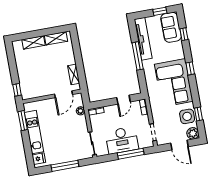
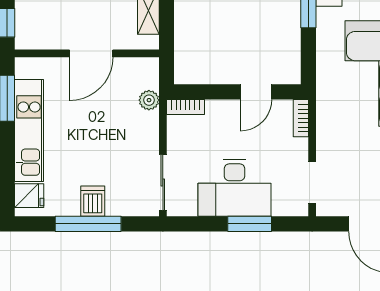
door: (64, 94) -> (91, 53), moved
window: (131, 154) -> (250, 224), width x0.69
dishwasher: (65, 156) -> (93, 201), added

